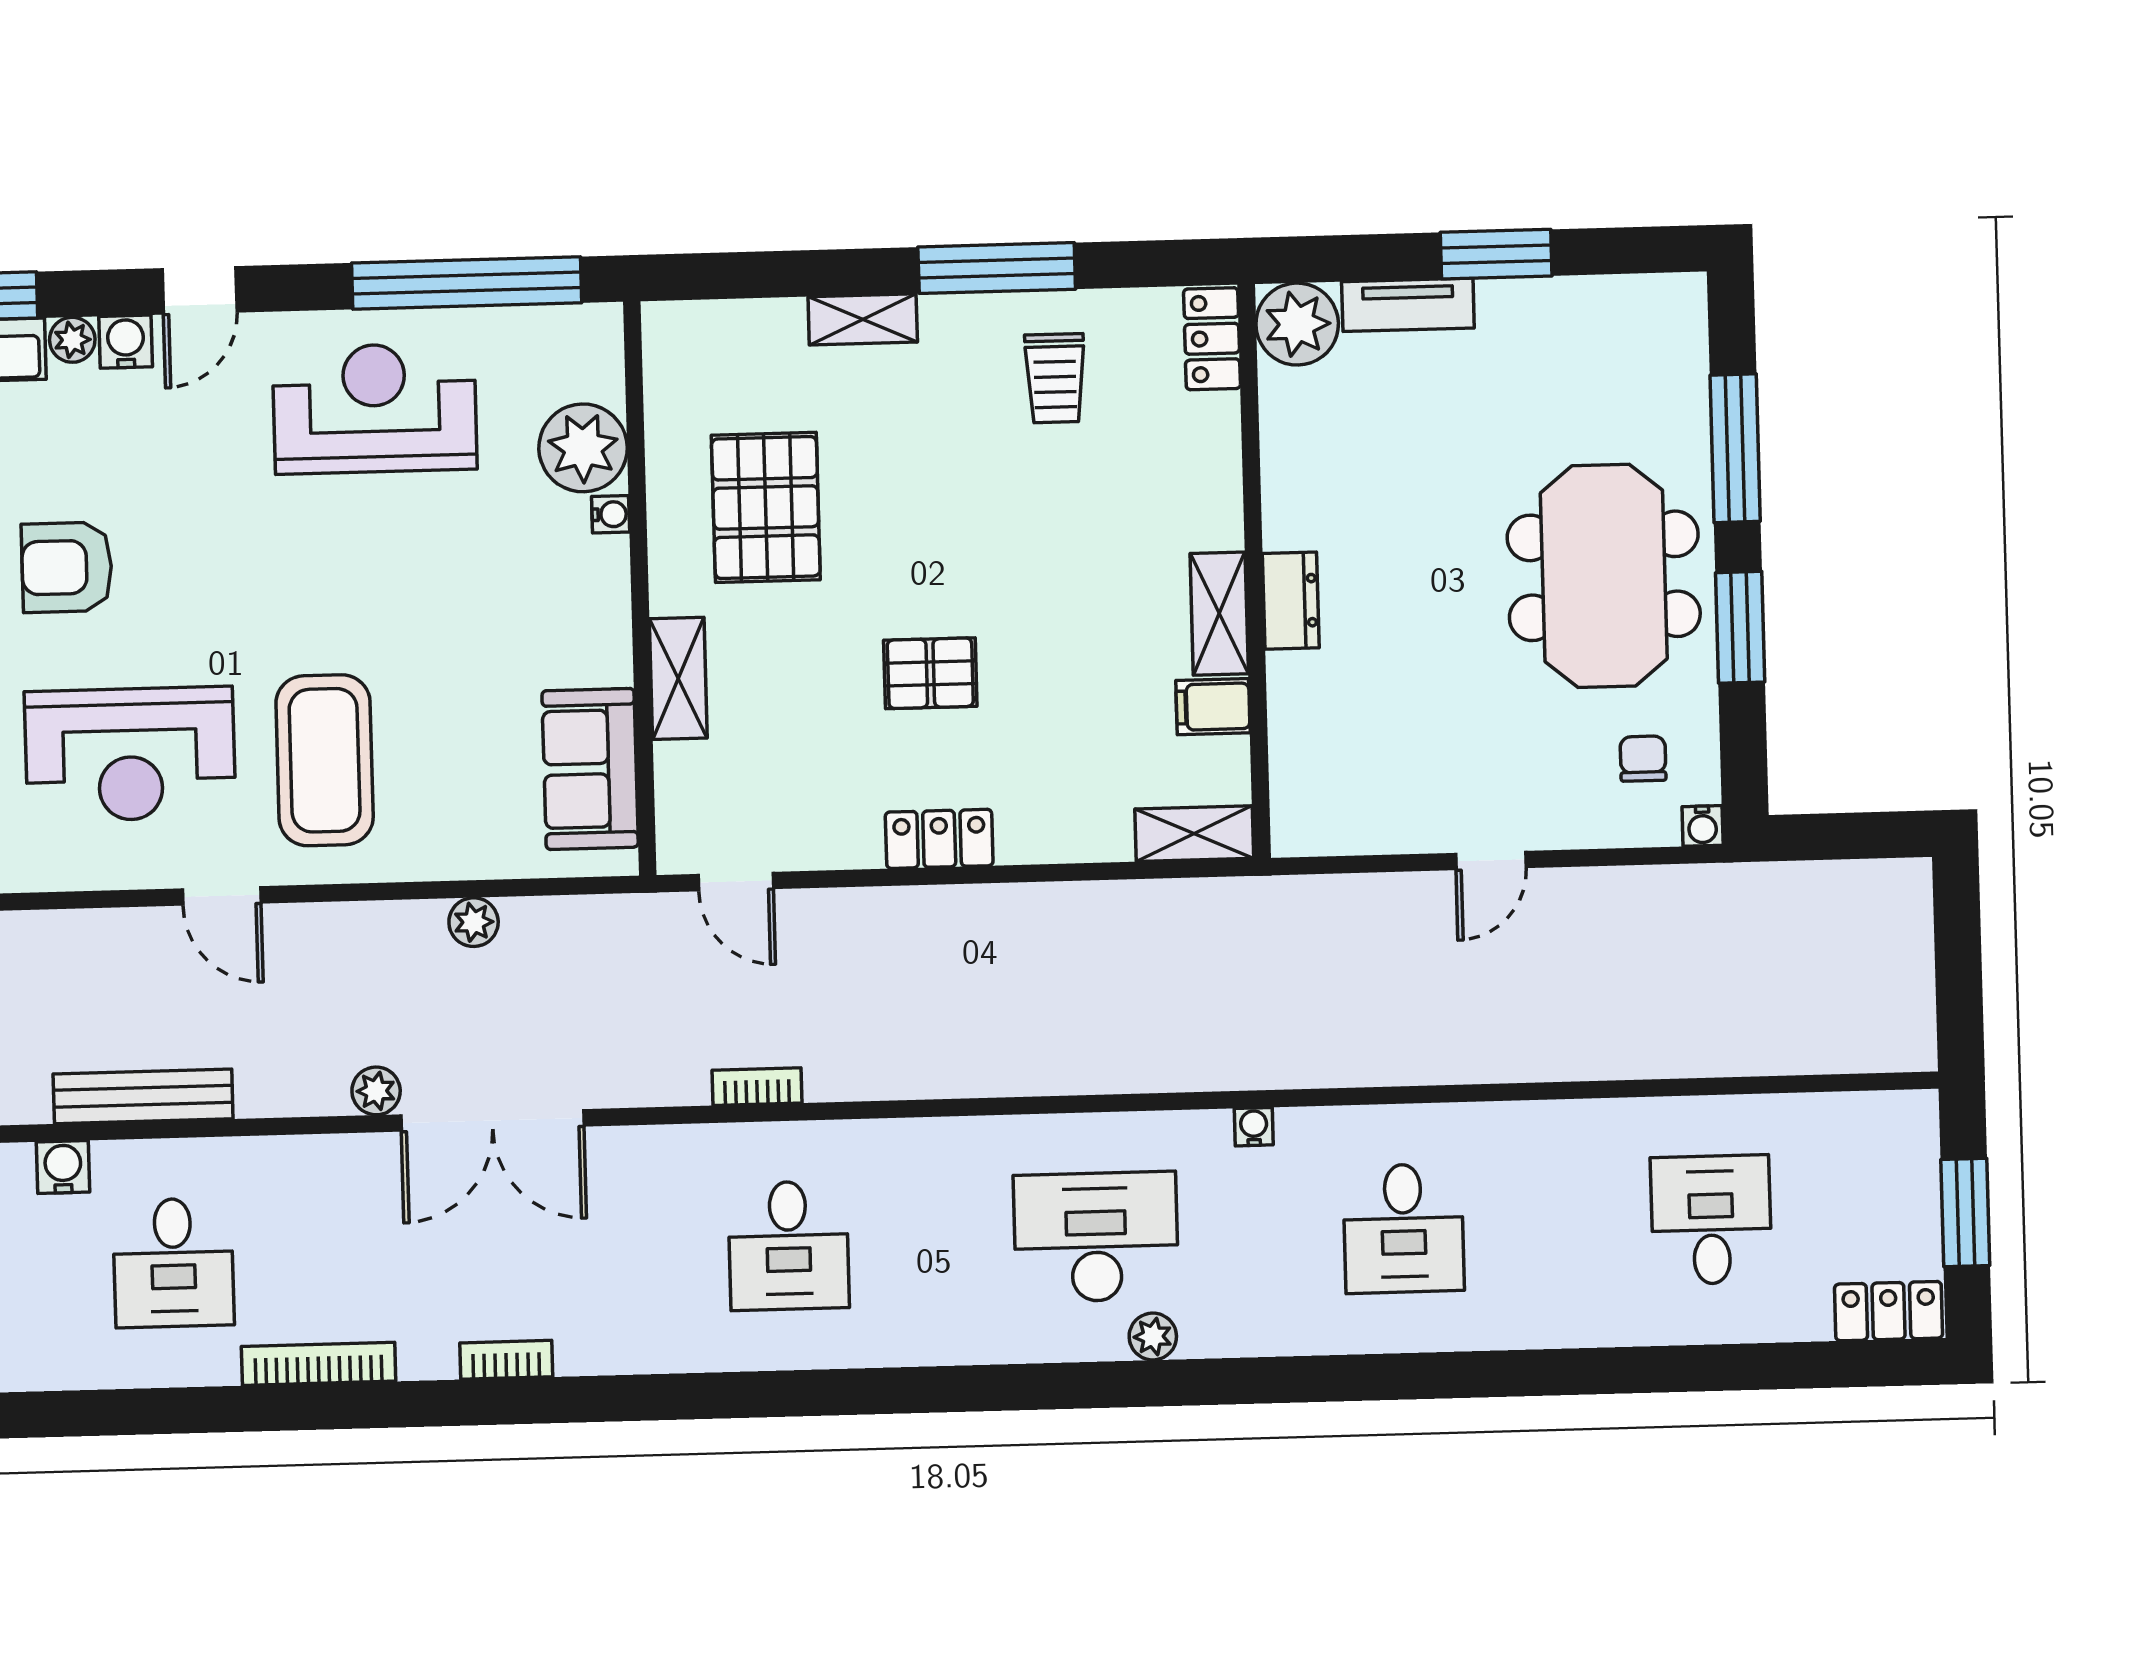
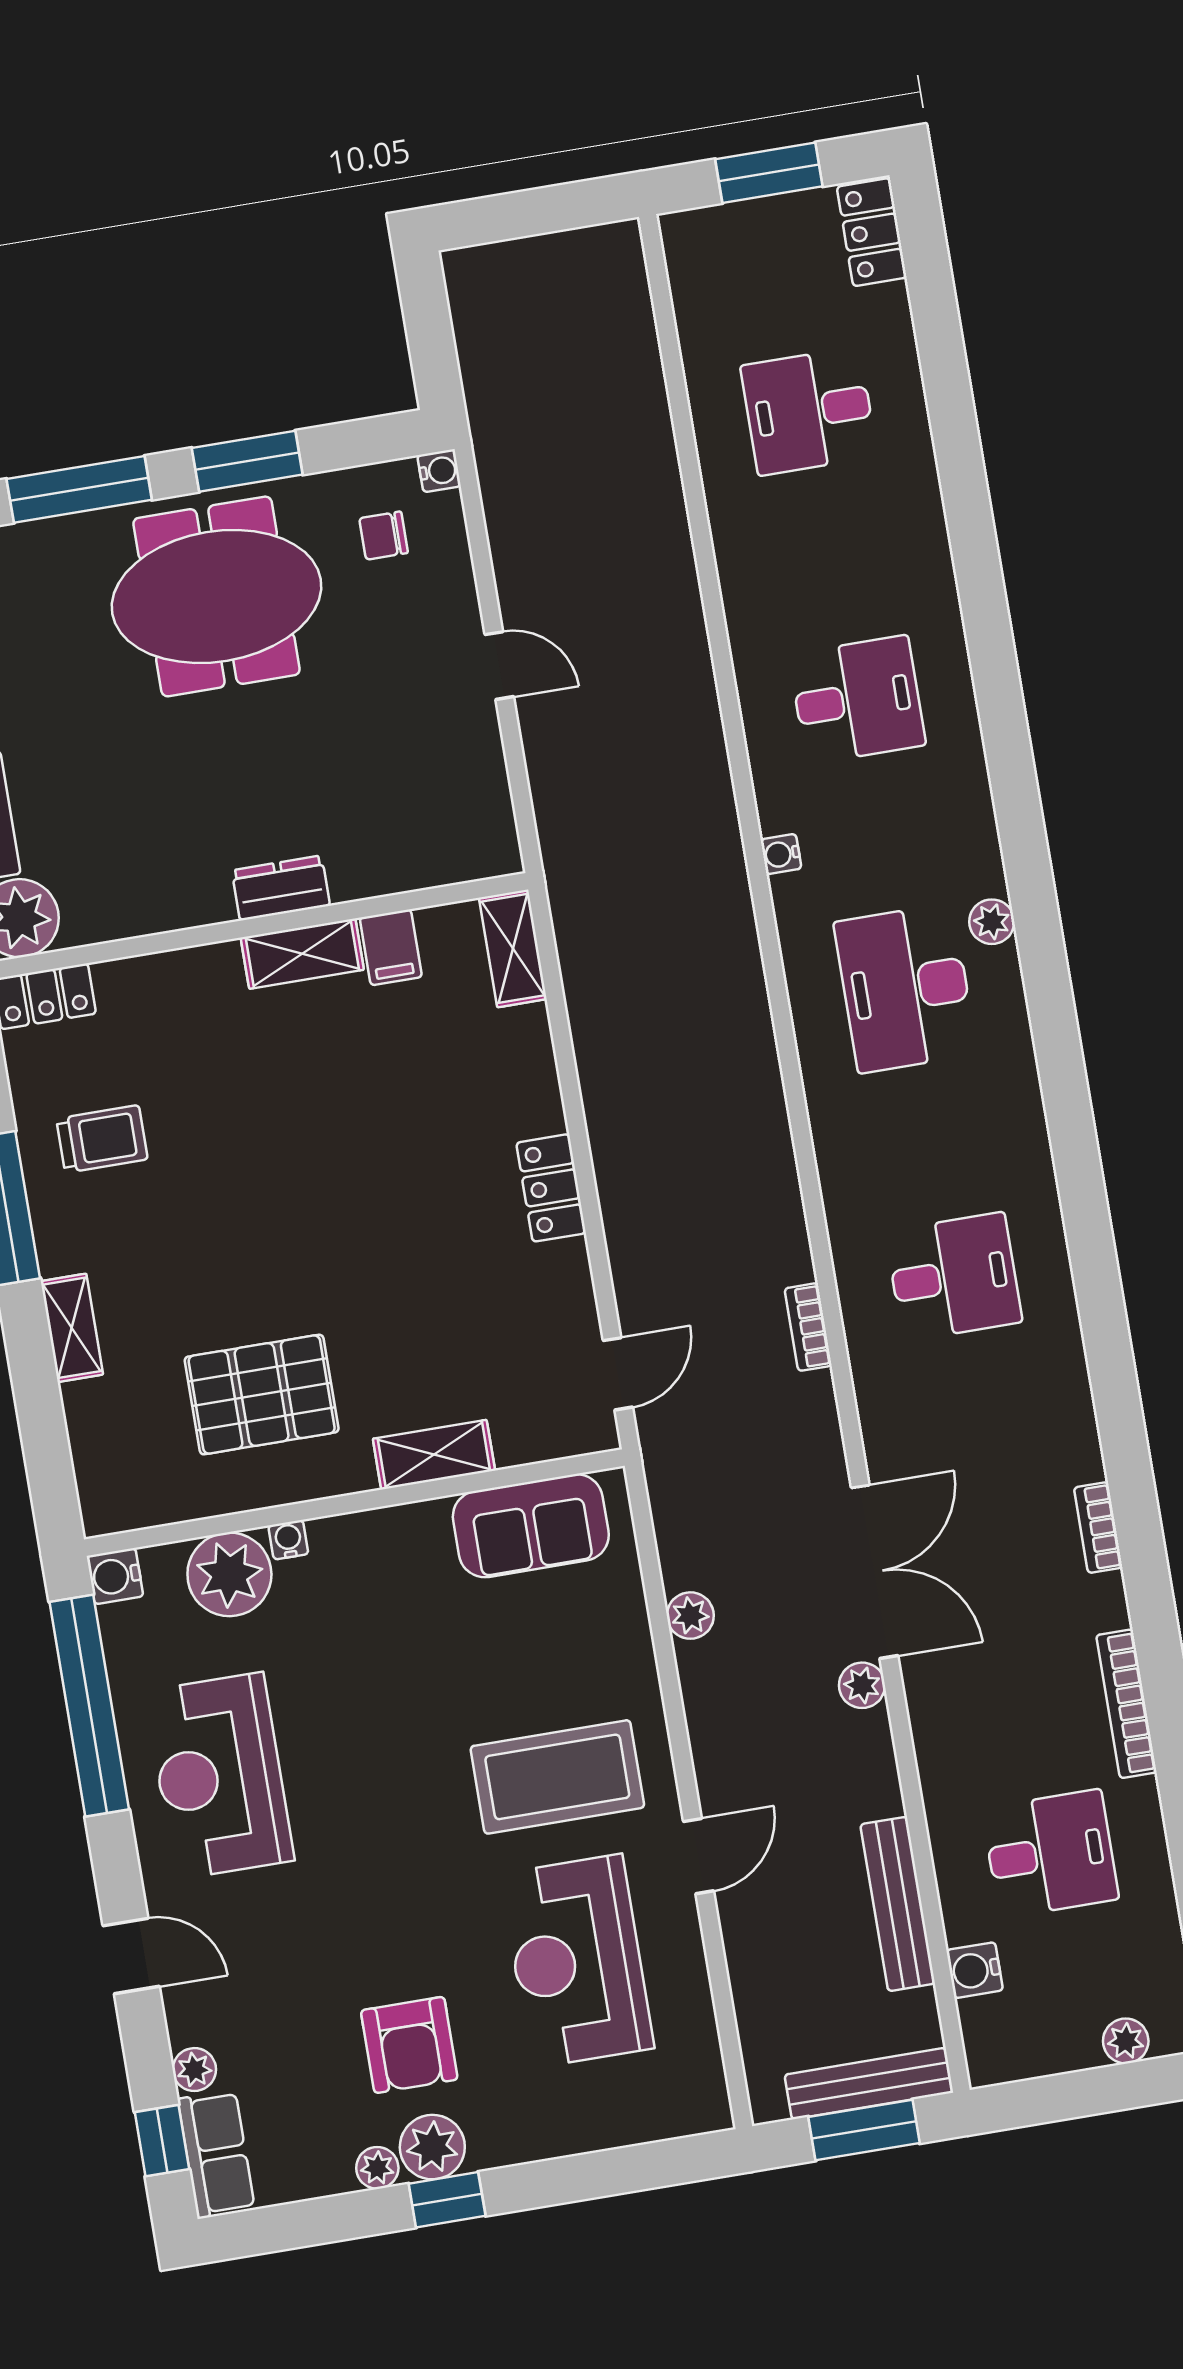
water cooler: (126, 342) -> (115, 1576), moved
pallet: (930, 673) -> (396, 1218), removed
reception desk: (130, 754) -> (577, 1961), turned 180

